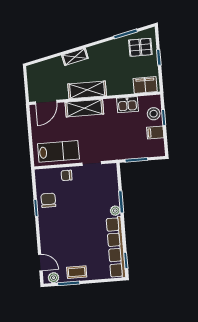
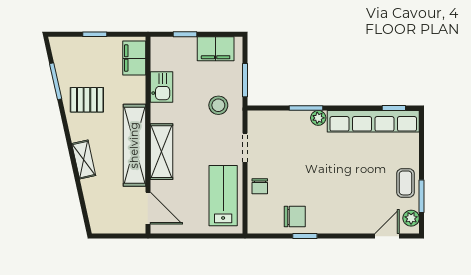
pallet: (140, 47) -> (87, 100), moved, turned 90
shelving: (87, 90) -> (134, 145), width x1.47
stool: (154, 114) -> (218, 105), moved
filing cabinet: (155, 133) -> (216, 49), width x2.00
chair: (48, 200) -> (295, 217), turned 180

